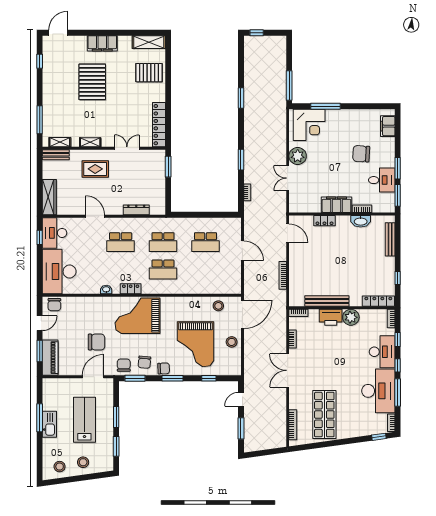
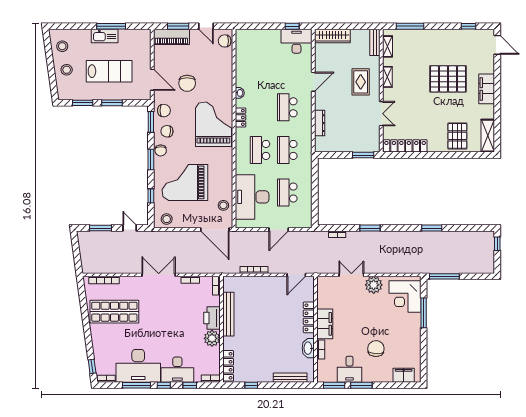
locker: (324, 221) -> (309, 317), width x1.53
desk: (59, 272) -> (252, 197), moved, turned -90
stool: (232, 342) -> (167, 219), moved

